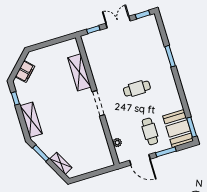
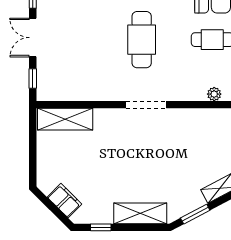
shelving: (79, 72) -> (65, 119), moved
cafe table: (137, 89) -> (142, 40), width x1.37, depth x1.35

